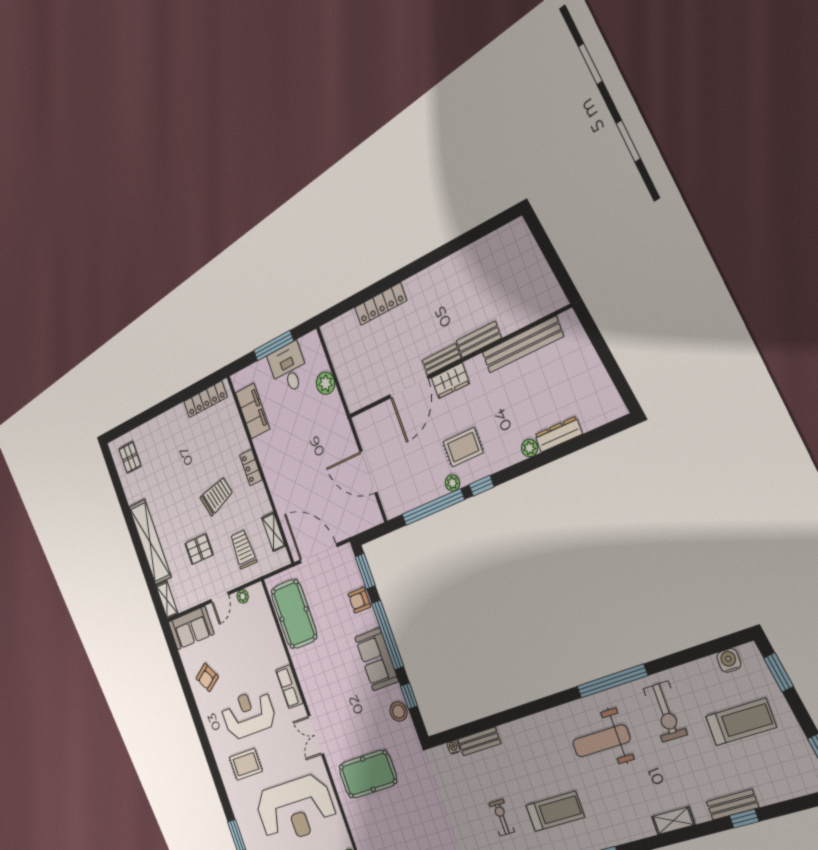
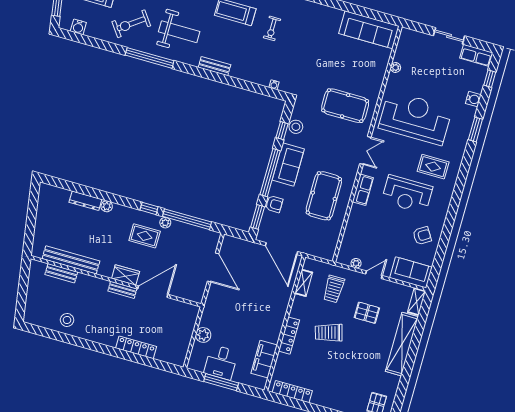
stool: (475, 266) -> (67, 320), added
bench: (479, 339) -> (61, 273), moved
locker: (251, 467) -> (289, 336), width x1.53
pool table: (294, 614) -> (324, 196), moved
exercise bike: (665, 712) -> (131, 24), turned -126
bench: (479, 741) -> (214, 66), moved

